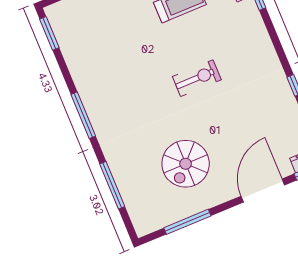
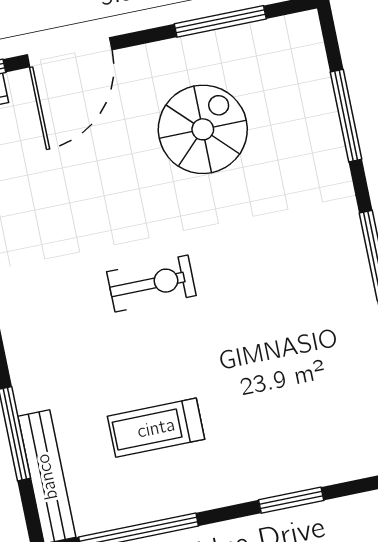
exercise bike: (197, 78) -> (151, 284), turned 180

